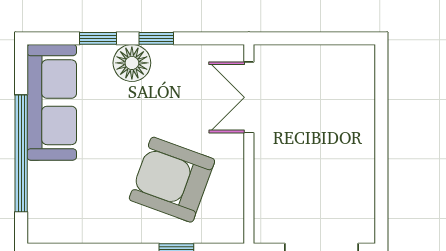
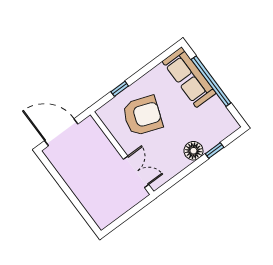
window: (156, 38) -> (191, 168), removed
sofa: (52, 102) -> (189, 77), moved

